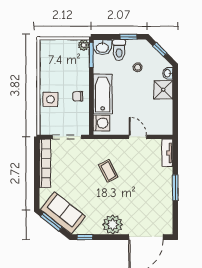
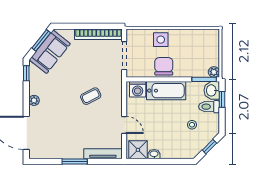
window: (129, 37) -> (222, 99), moved
washbasin: (168, 73) -> (154, 154), moved
shower: (163, 90) -> (138, 150), moved
chair: (78, 96) -> (164, 66), width x1.87, depth x1.87
door: (138, 137) -> (124, 125), hinge flipped
tv unit: (167, 153) -> (103, 154), width x1.41
plant: (113, 225) -> (34, 100), width x0.53, depth x0.53

